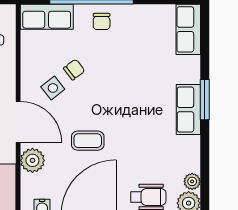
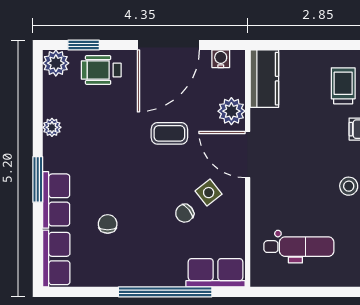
chair: (102, 21) -> (108, 224), moved
row of seats: (188, 110) -> (56, 200), moved
plant: (192, 181) -> (52, 127), moved

